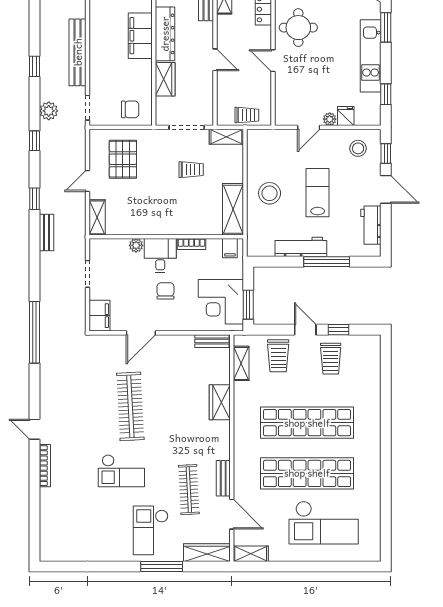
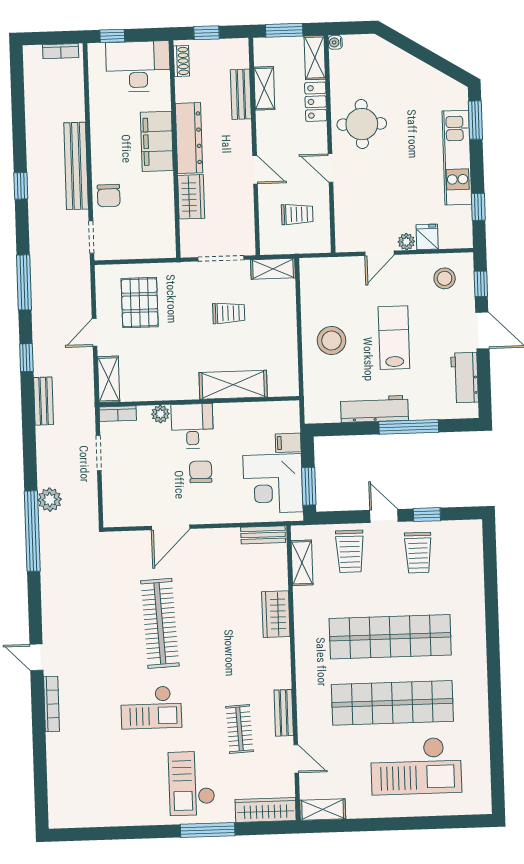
chair: (130, 109) -> (109, 196), moved, turned 90
plant: (49, 111) -> (50, 500), moved
trolley: (247, 115) -> (297, 214), moved
window: (34, 141) -> (24, 282), width x2.17
shelving: (233, 209) -> (233, 385), moved, turned 90
bookcase: (191, 244) -> (118, 414), moved
filing cabinet: (230, 248) -> (288, 443), moved, turned 90
filing cabinet: (100, 316) -> (116, 507), removed
clothes rail: (189, 490) -> (240, 729), width x0.73
door: (232, 514) -> (296, 759), width x0.73

